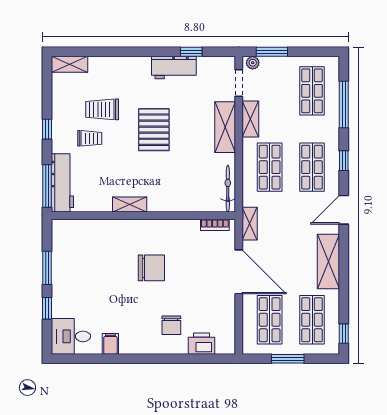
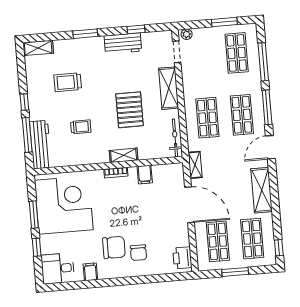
window: (129, 52) -> (85, 34), added
window: (272, 52) -> (224, 22), moved
shelving: (250, 119) -> (189, 80), removed
pallet: (154, 130) -> (130, 110), moved
trolley: (90, 138) -> (81, 127), moved
window: (344, 161) -> (267, 107), width x2.17
window: (47, 186) -> (27, 135), moved
shelving: (130, 205) -> (124, 155), moved
bookcase: (215, 225) -> (116, 173), moved
filing cabinet: (187, 230) -> (145, 175), added
corner desk: (85, 259) -> (64, 205), added
chair: (151, 268) -> (114, 248), moved
printer: (201, 344) -> (182, 258), moved, turned -90

